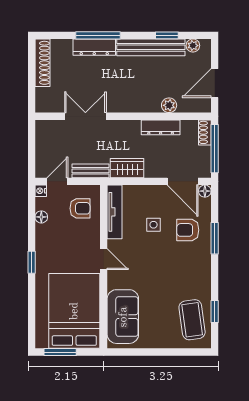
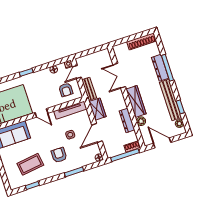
wardrobe: (135, 103) -> (136, 101), added
double door: (85, 116) -> (119, 76), swing flipped
door: (57, 181) -> (77, 72), swing flipped
door: (183, 181) -> (97, 133), moved
armchair: (188, 230) -> (59, 155), moved
door: (104, 259) -> (41, 113), hinge flipped
coffee table: (192, 320) -> (30, 164), moved

